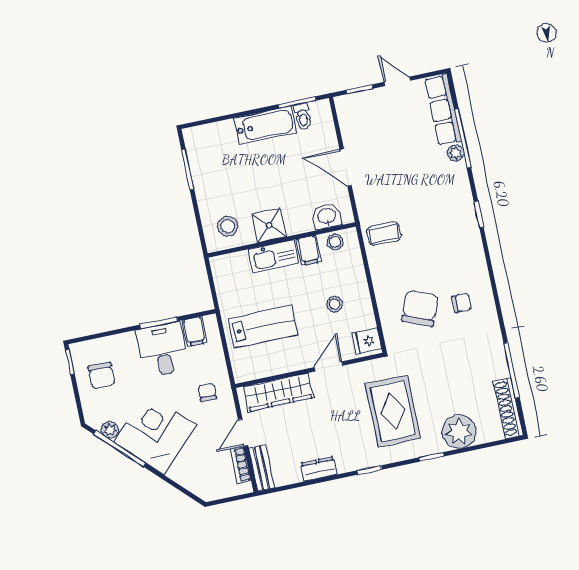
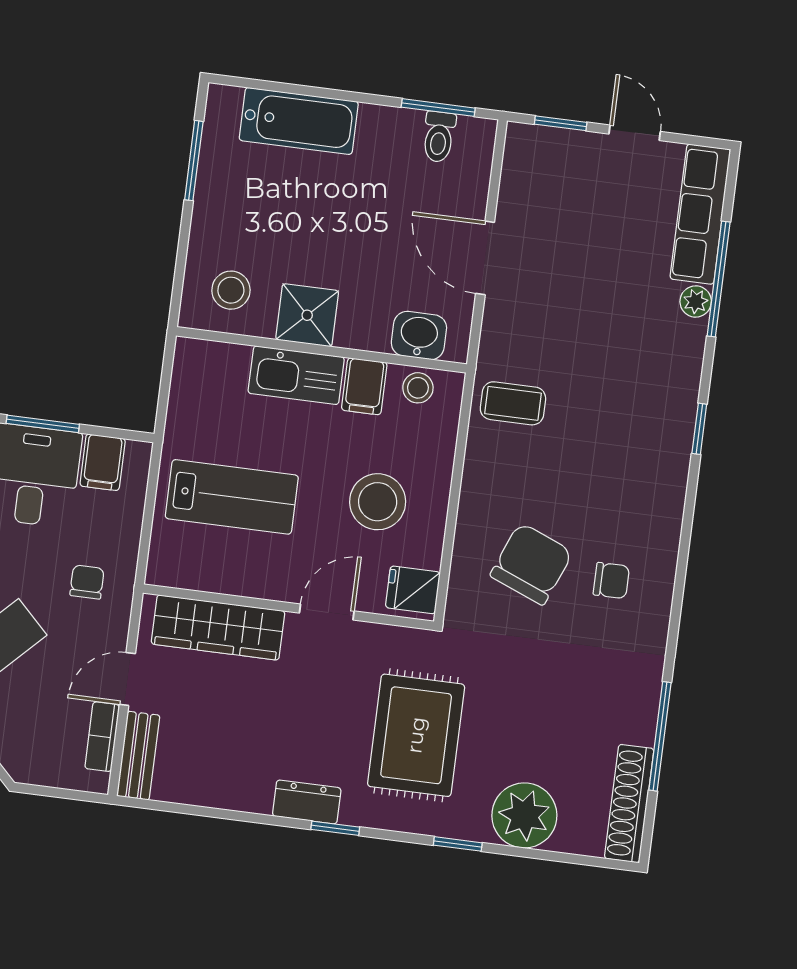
bathtub: (265, 126) -> (299, 121), moved
stool: (335, 304) -> (378, 502), width x1.89, depth x1.89
dresser: (319, 469) -> (307, 802), moved

